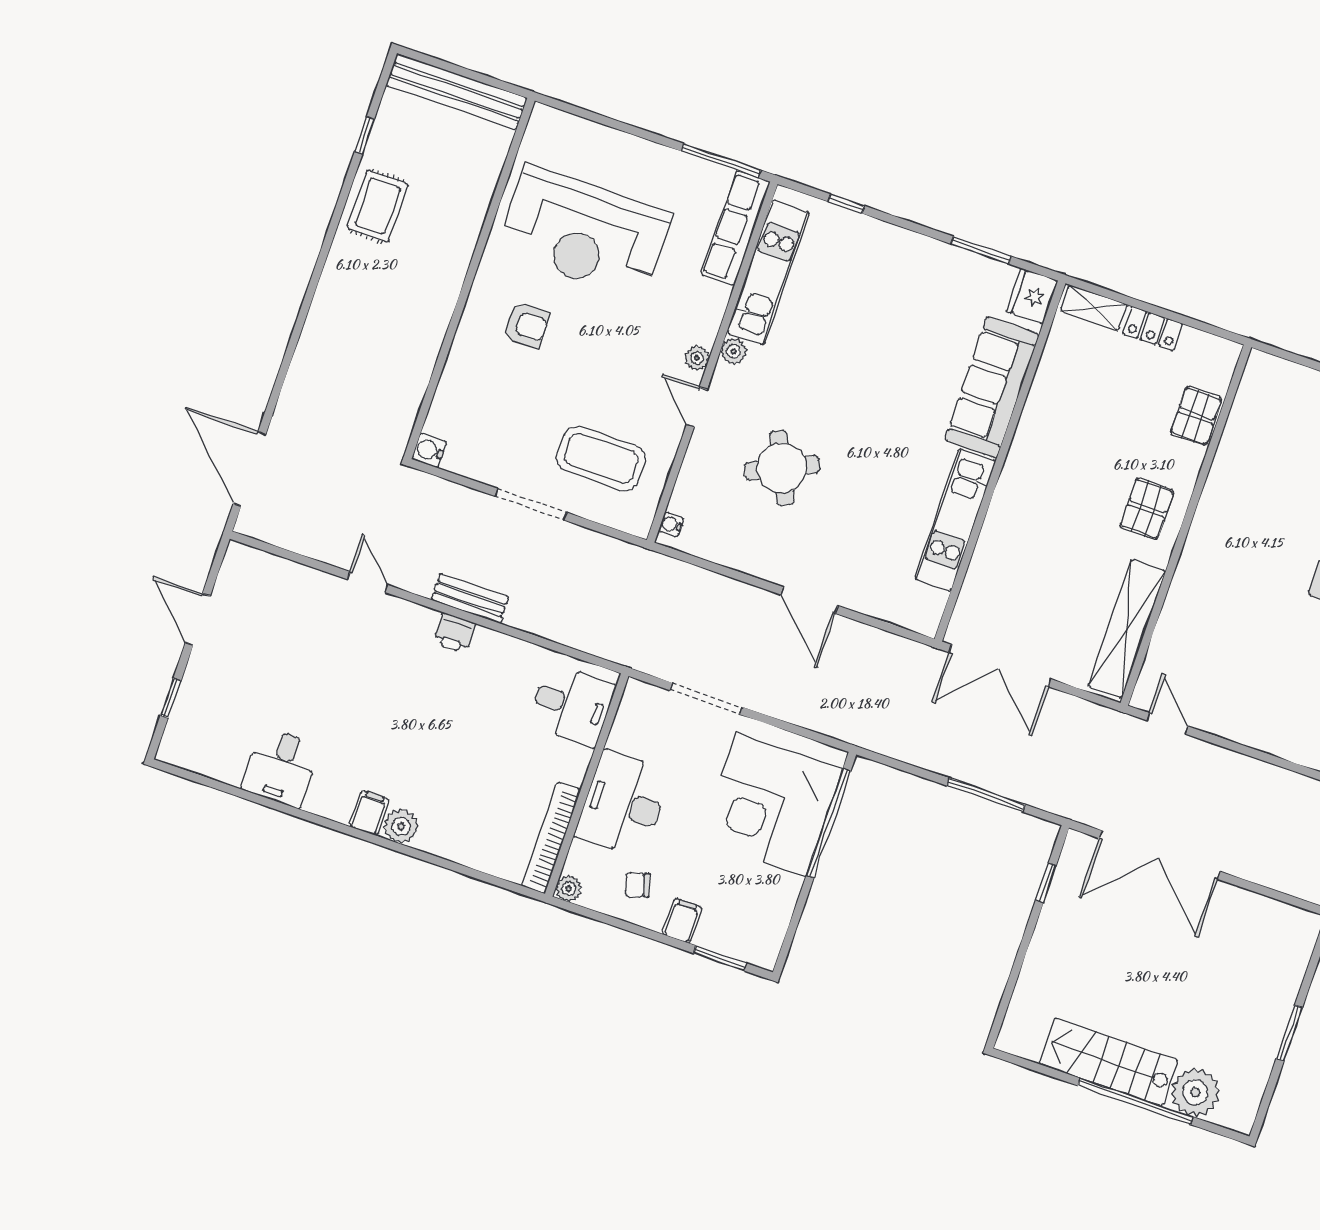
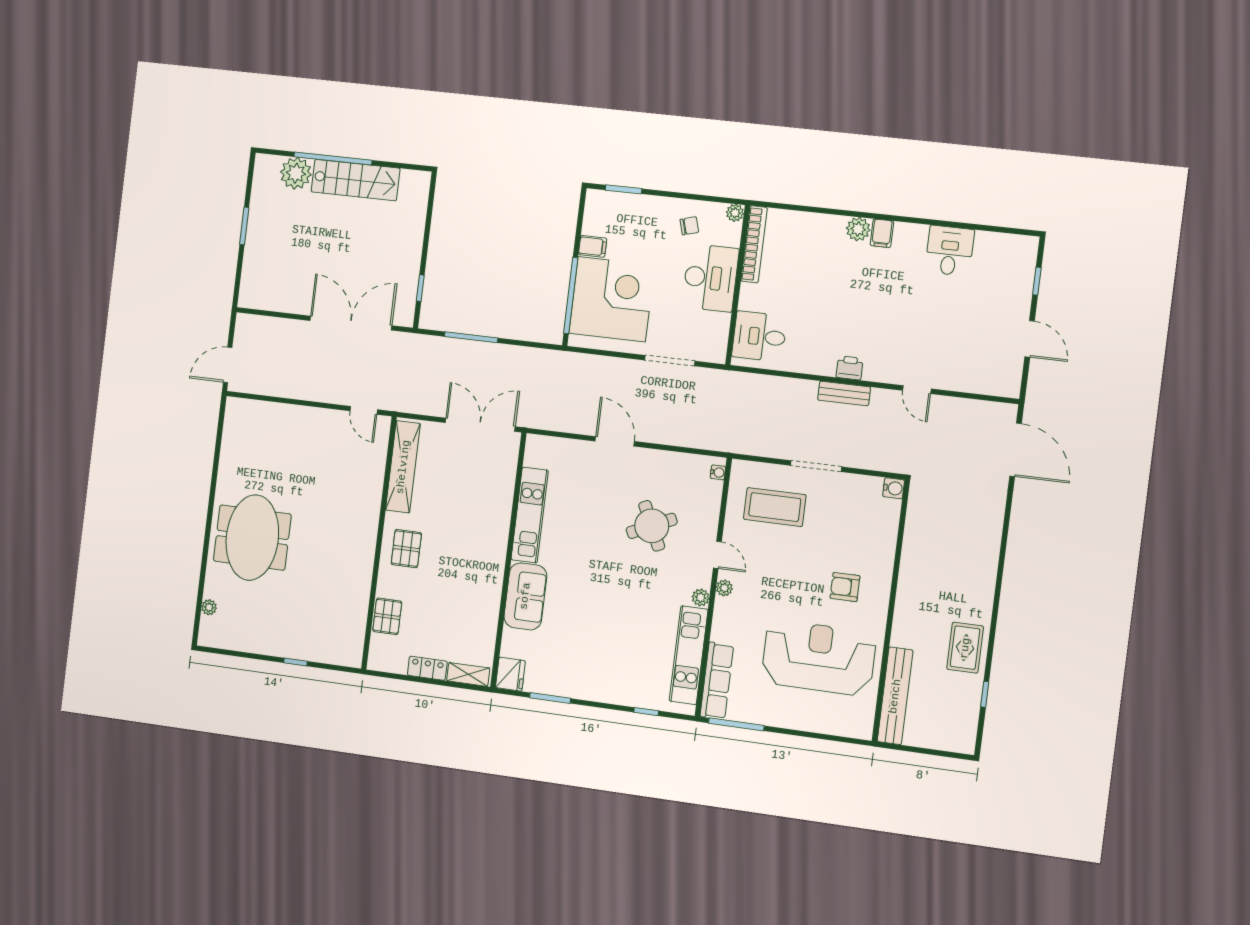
bench: (456, 92) -> (895, 696), moved, turned 90
sofa: (992, 387) -> (525, 596), width x0.73
filing cabinet: (682, 921) -> (593, 246), moved, turned -90

